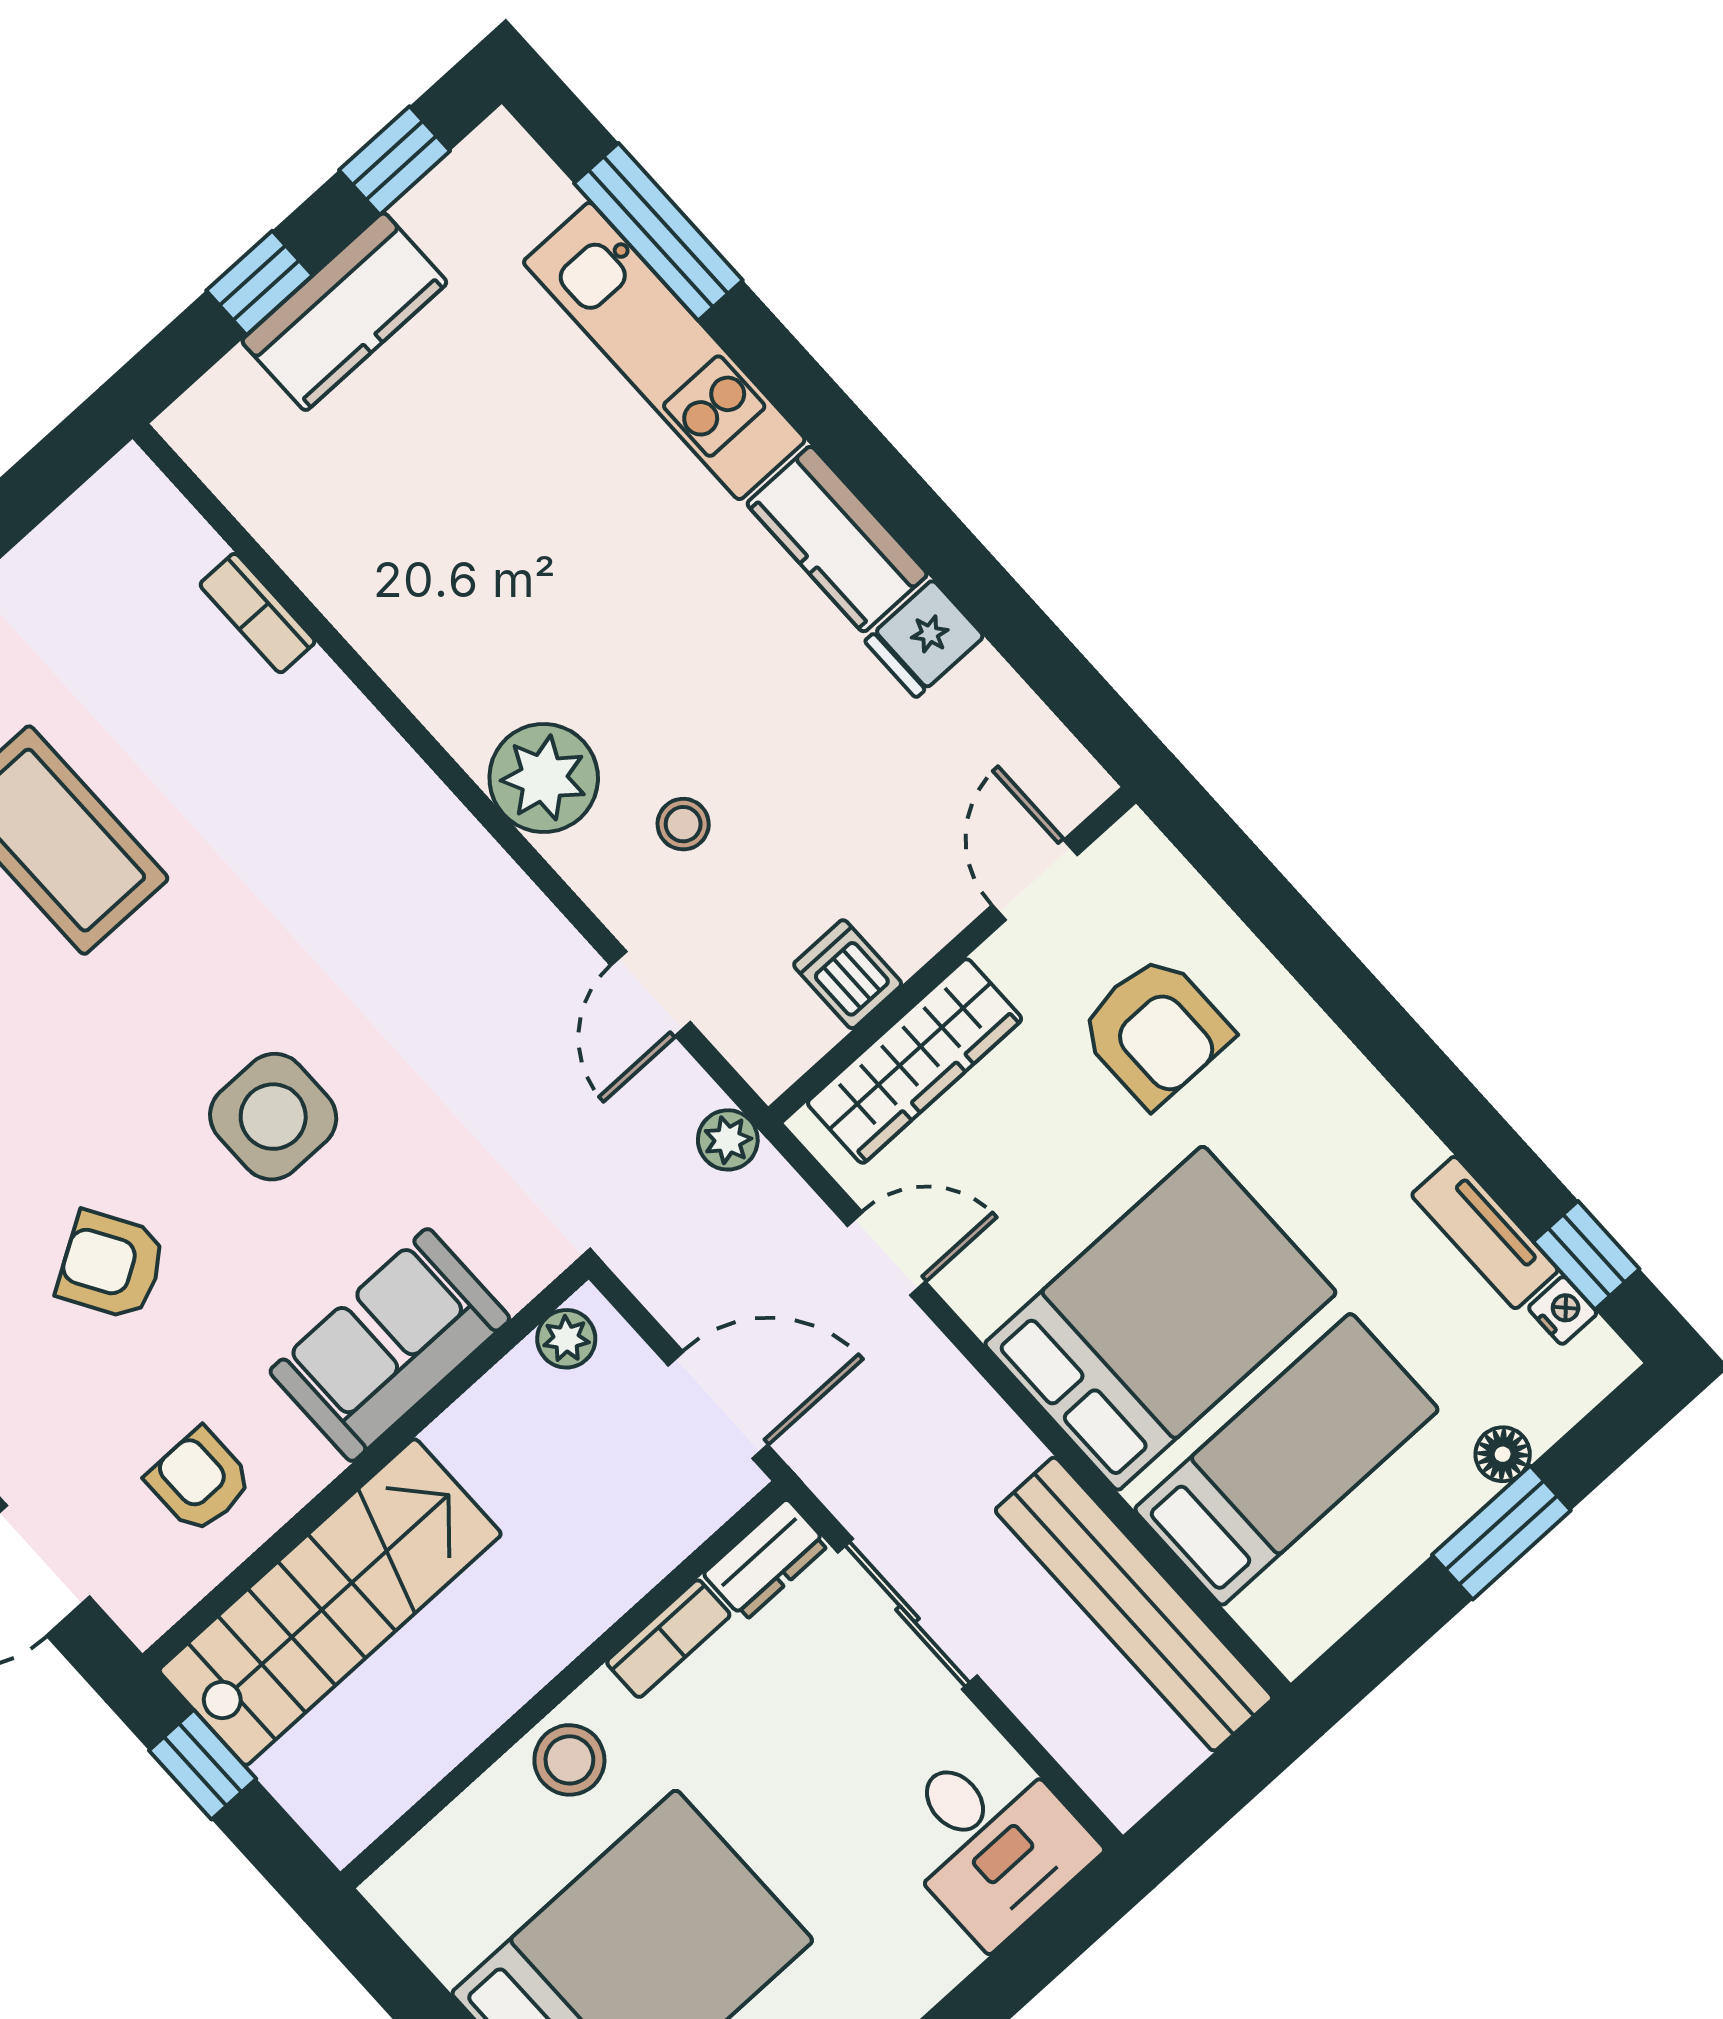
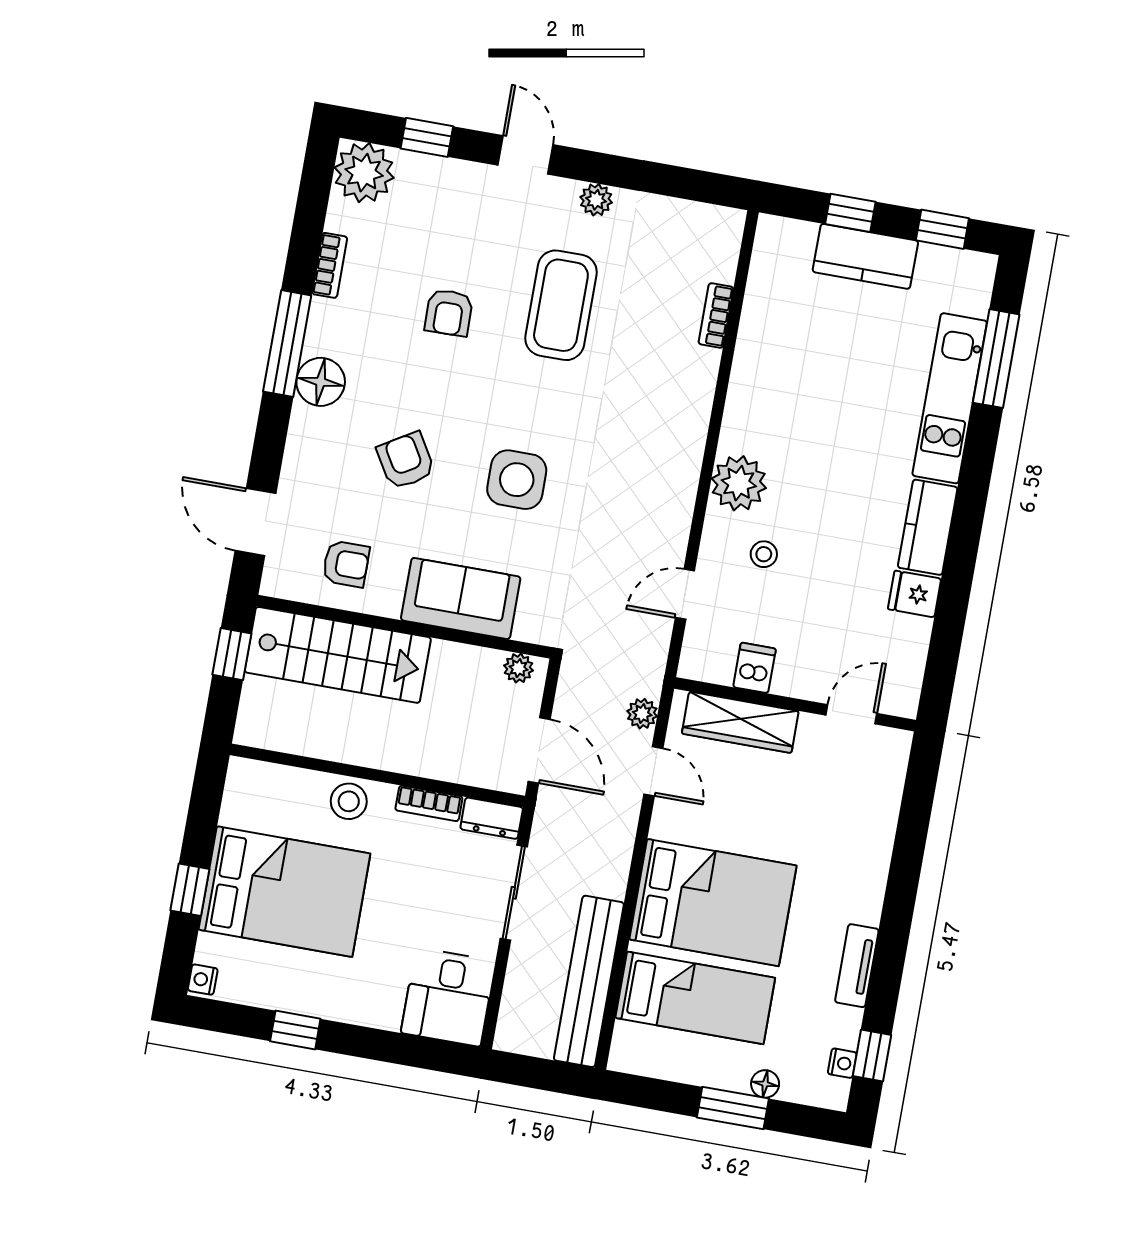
armchair: (1155, 1031) -> (828, 810), removed
plant: (728, 1140) -> (642, 714), moved
tv unit: (1485, 1233) -> (857, 966), moved
armchair: (200, 1481) -> (346, 564), turned 90

